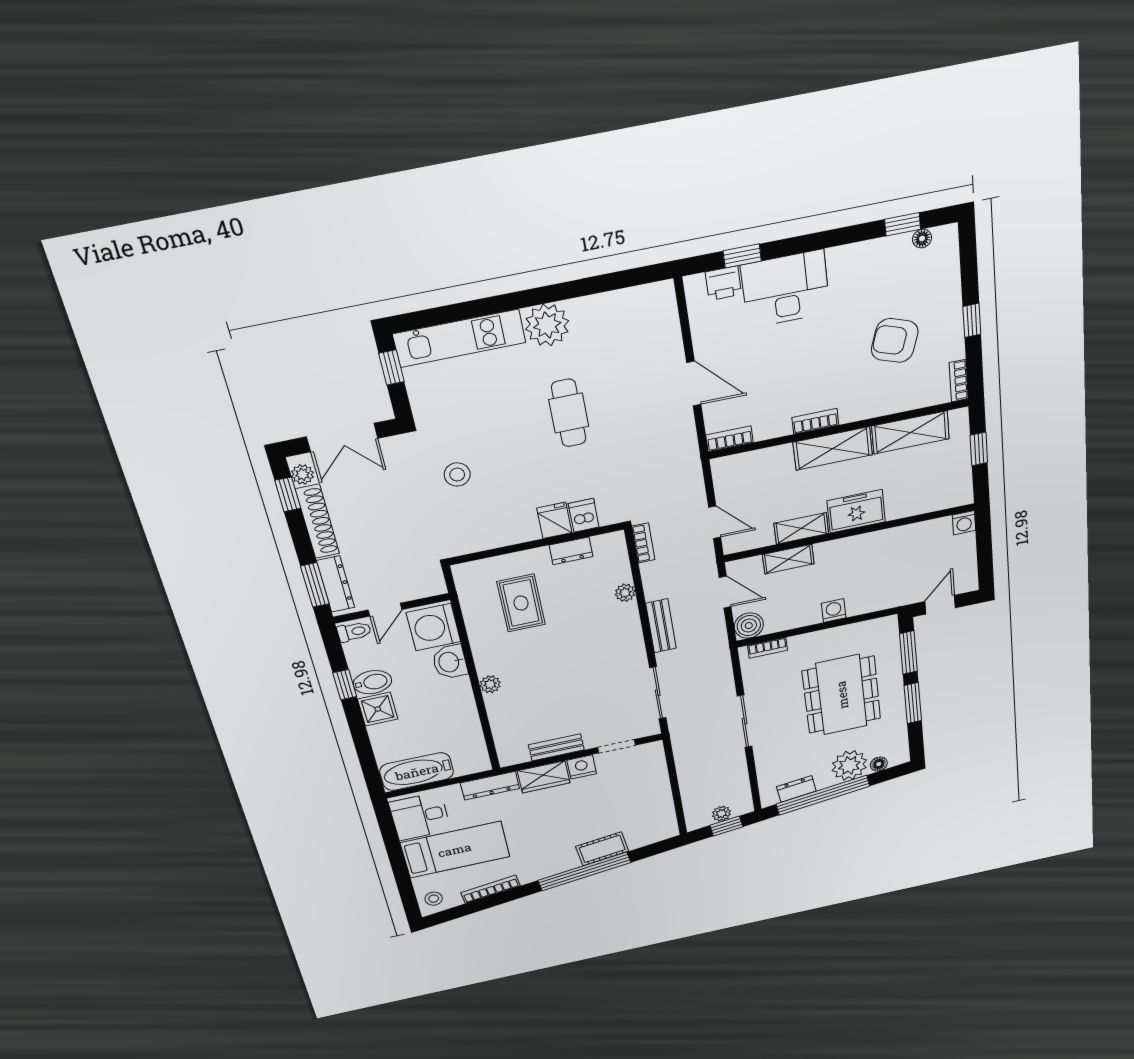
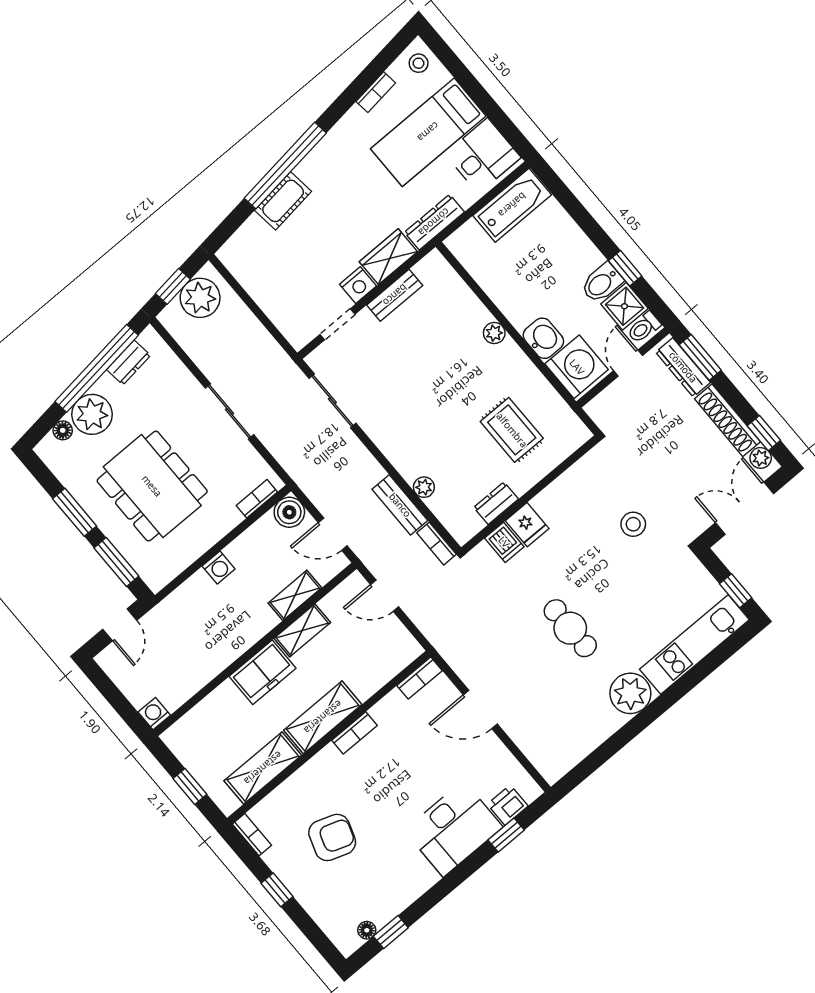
bench: (661, 626) -> (400, 505), moved
shower: (378, 709) -> (624, 306), moved
plant: (721, 814) -> (200, 298), width x1.88, depth x1.88
bookcase: (491, 889) -> (376, 92), width x0.64

